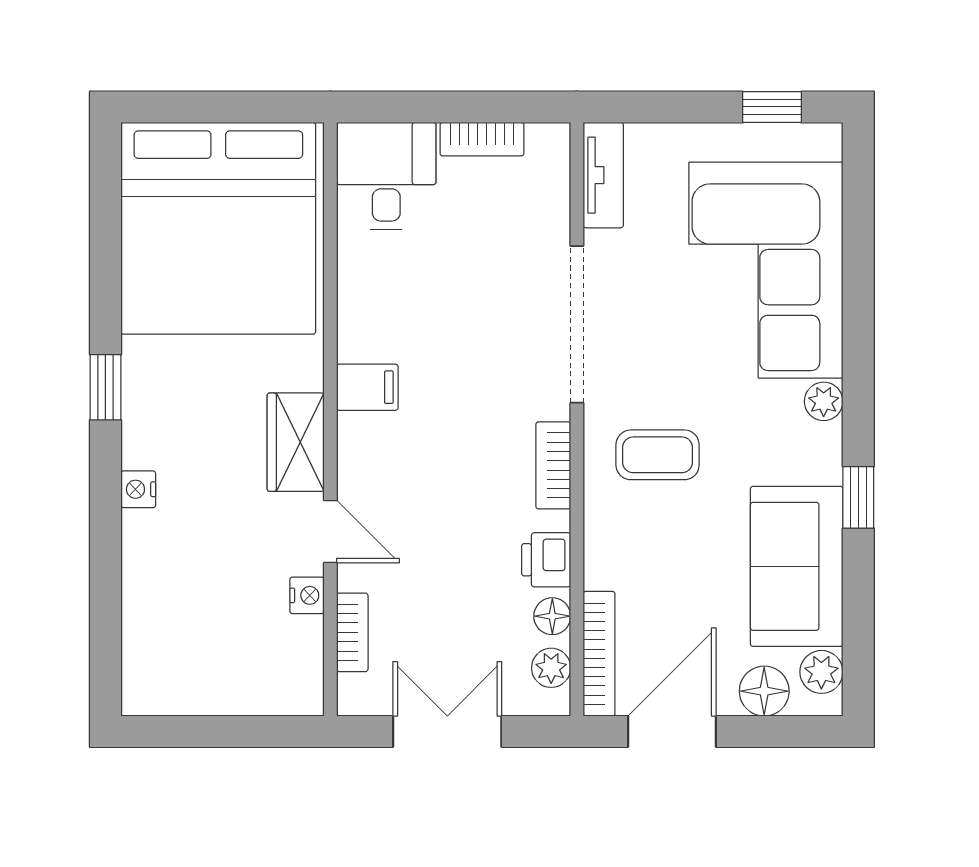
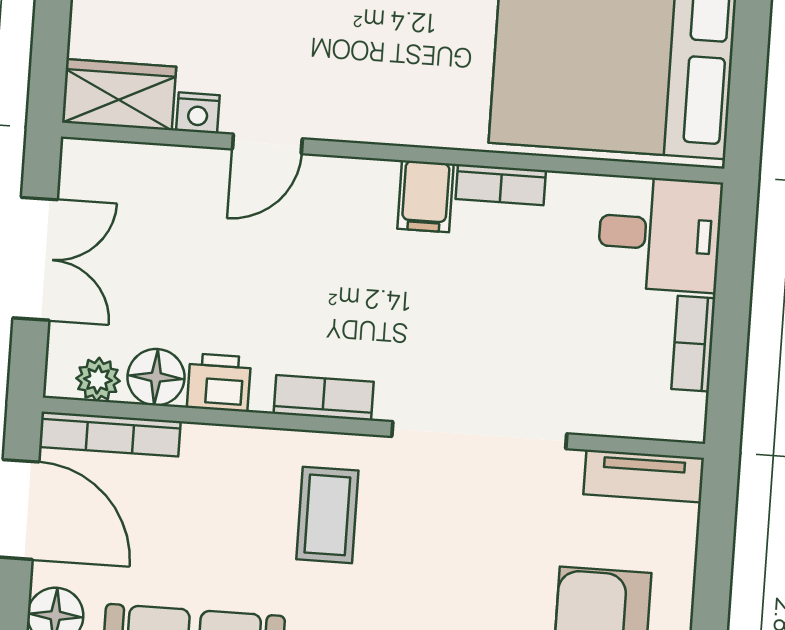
wardrobe: (296, 442) -> (119, 95), moved
floor lamp: (552, 616) -> (156, 377), width x1.37, depth x1.37
bookcase: (352, 632) -> (501, 185), moved

